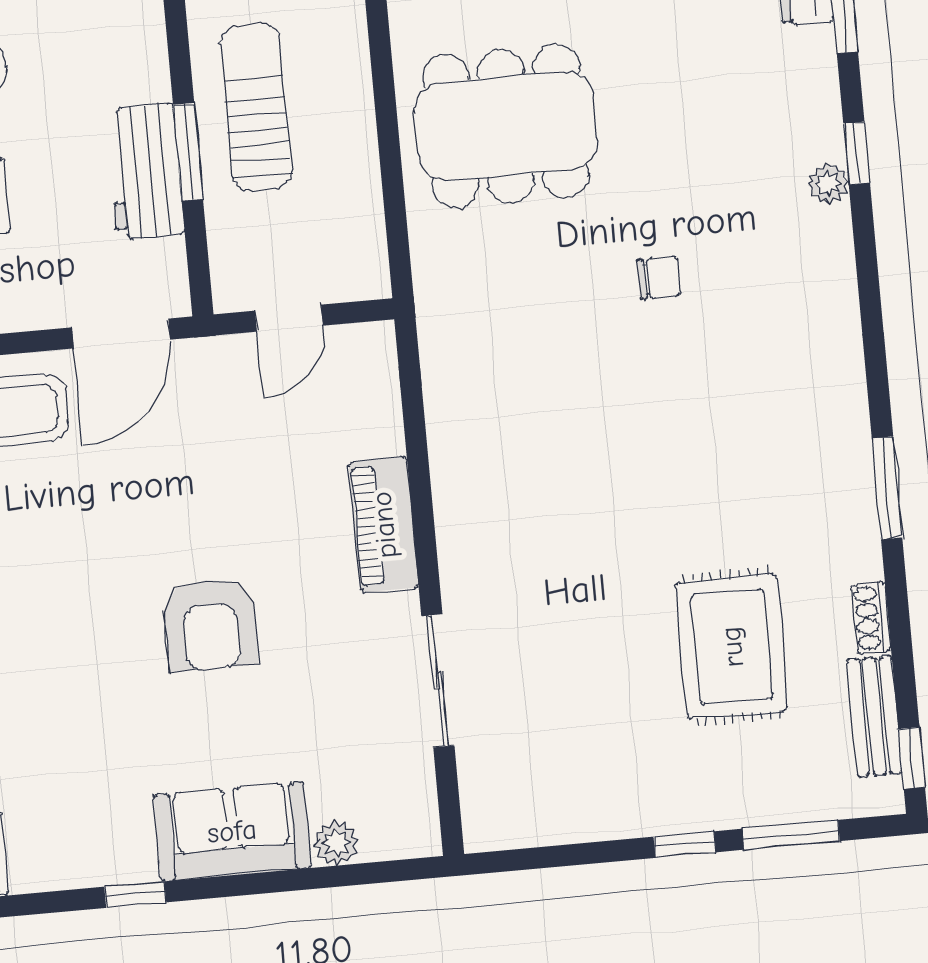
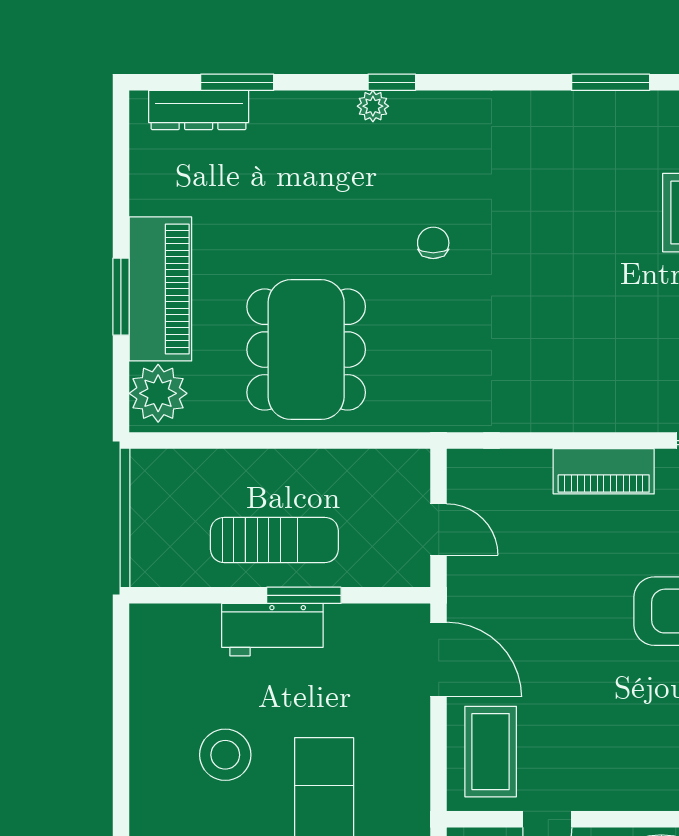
sun lounger: (256, 107) -> (274, 540), turned 180
window: (857, 153) -> (392, 82), moved
workbench: (145, 172) -> (272, 630), moved

